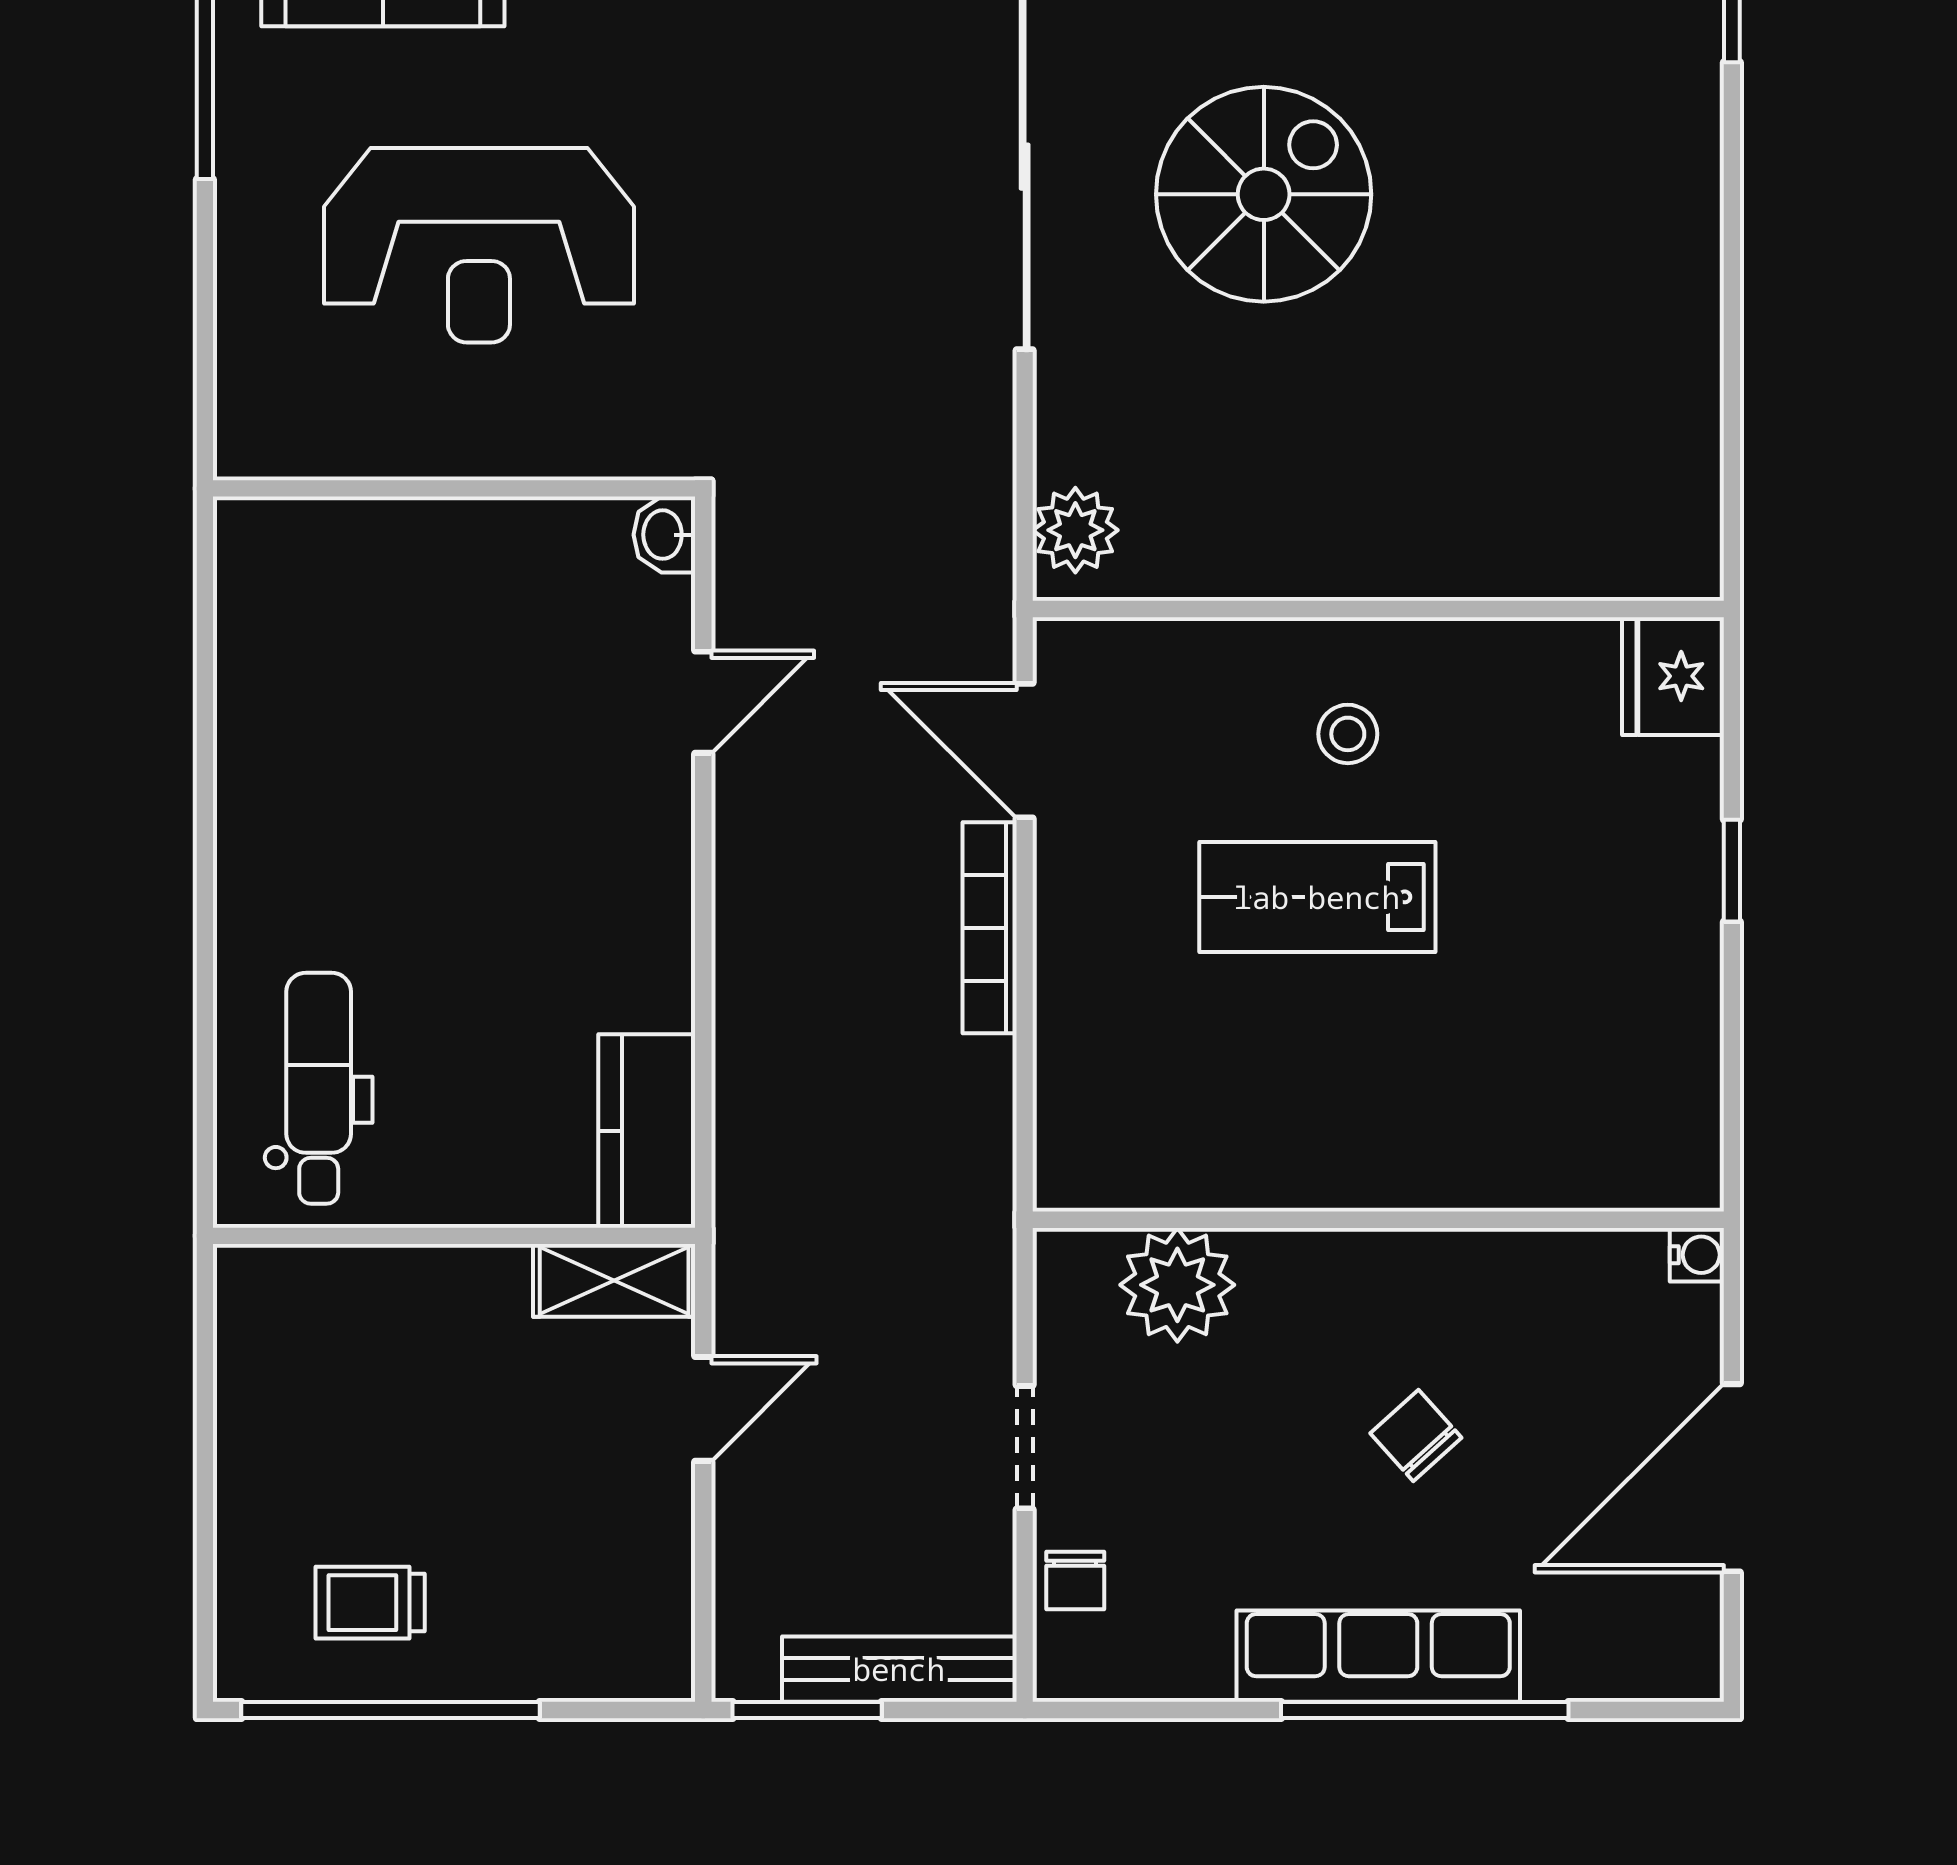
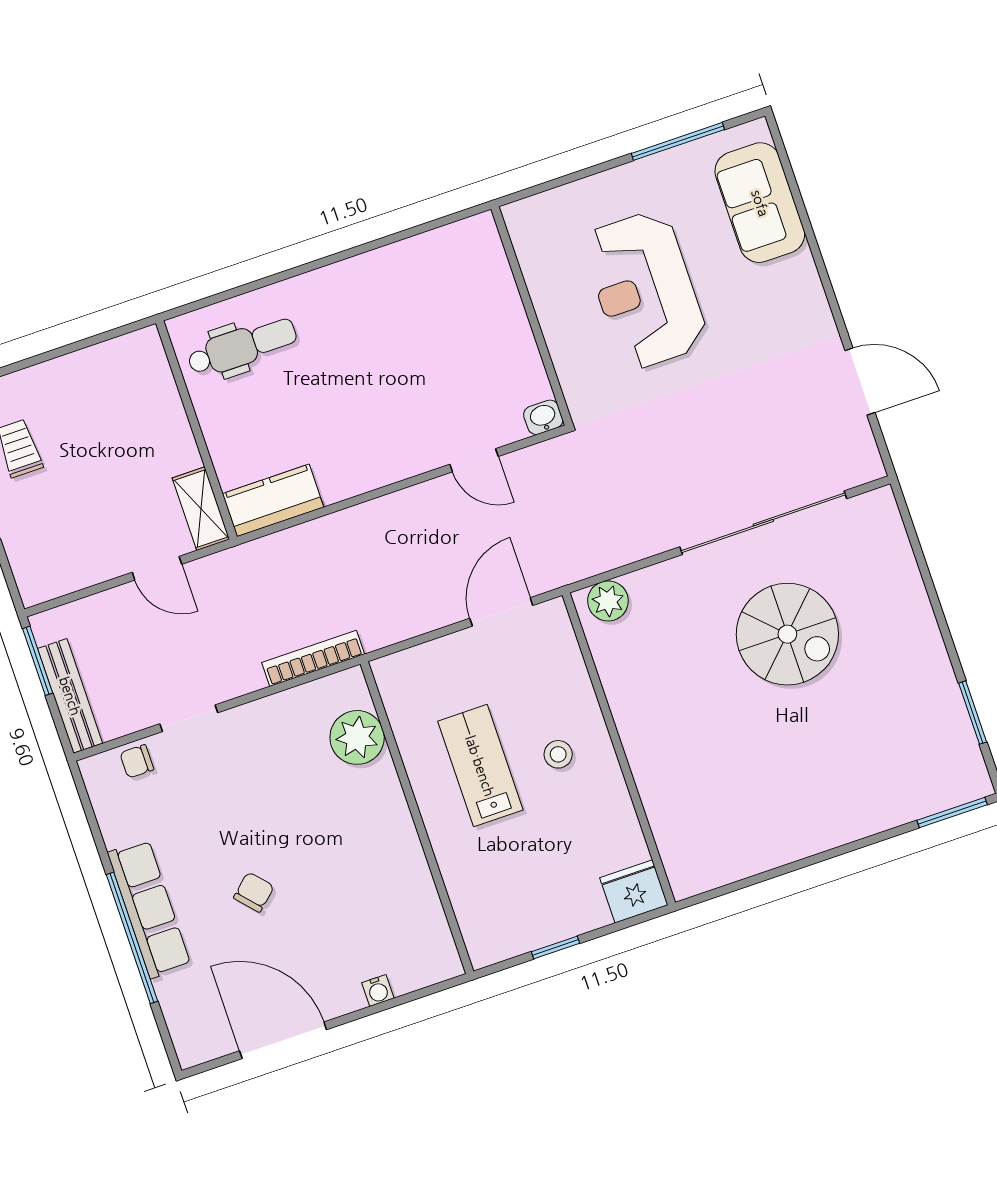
bookcase: (990, 928) -> (313, 658), moved
wall: (1378, 1220) -> (417, 818), moved
plant: (1177, 1285) -> (357, 737), moved

